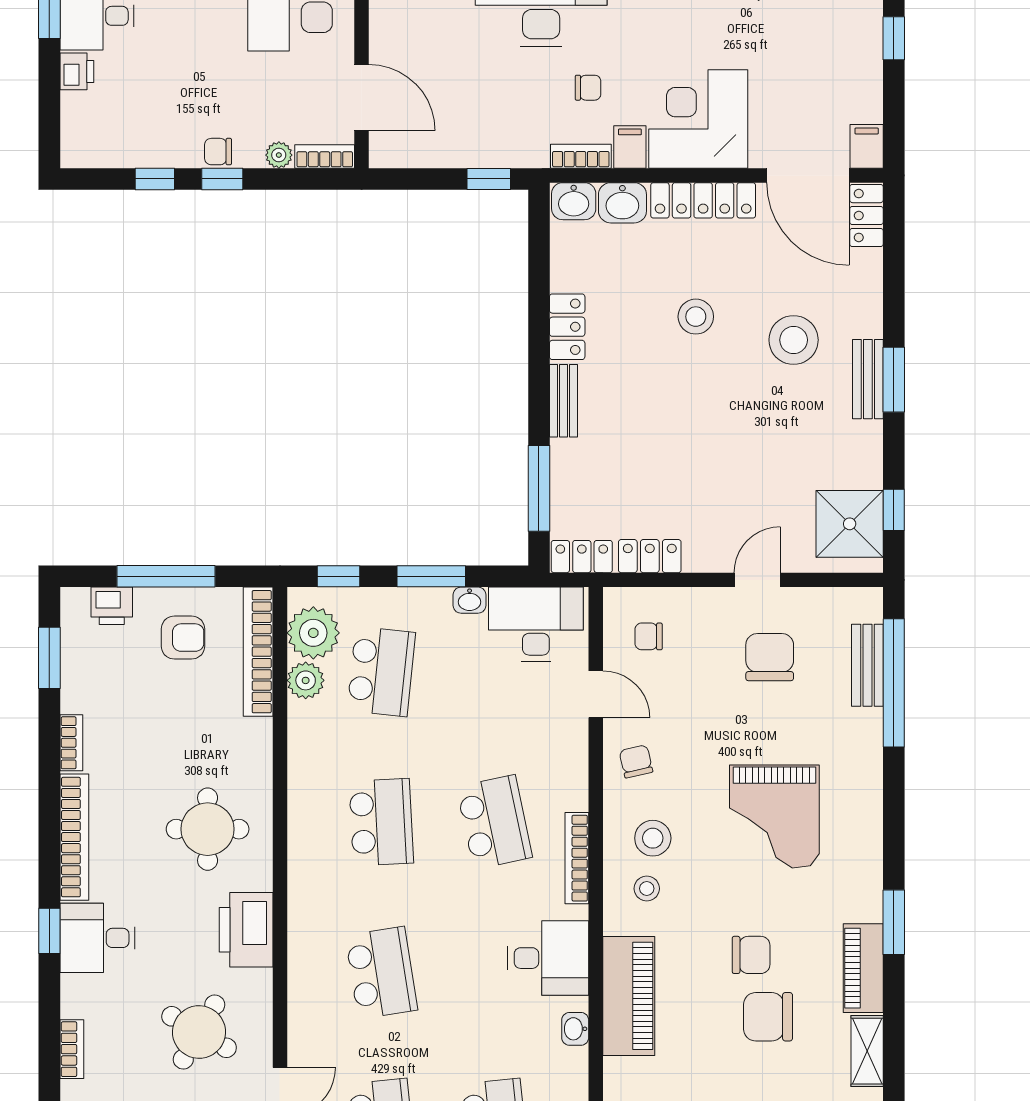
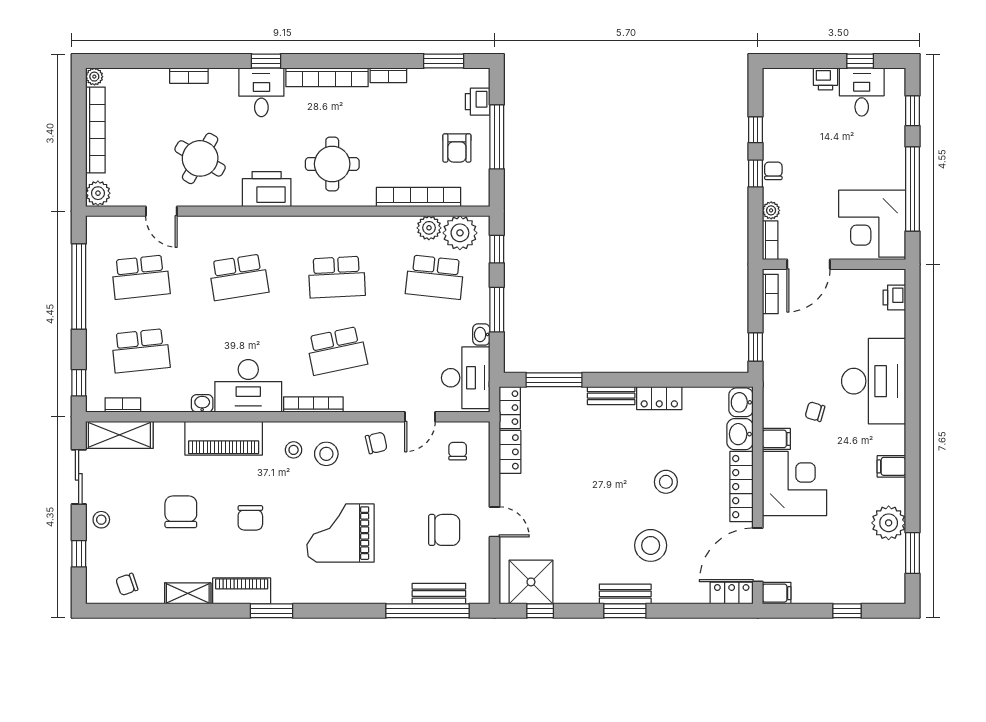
chair: (588, 88) -> (815, 412), turned 106
bookcase: (581, 156) -> (770, 294), moved
bookcase: (258, 652) -> (419, 197), moved
desk: (548, 958) -> (248, 386), width x1.37
chair: (768, 1017) -> (181, 512), moved

